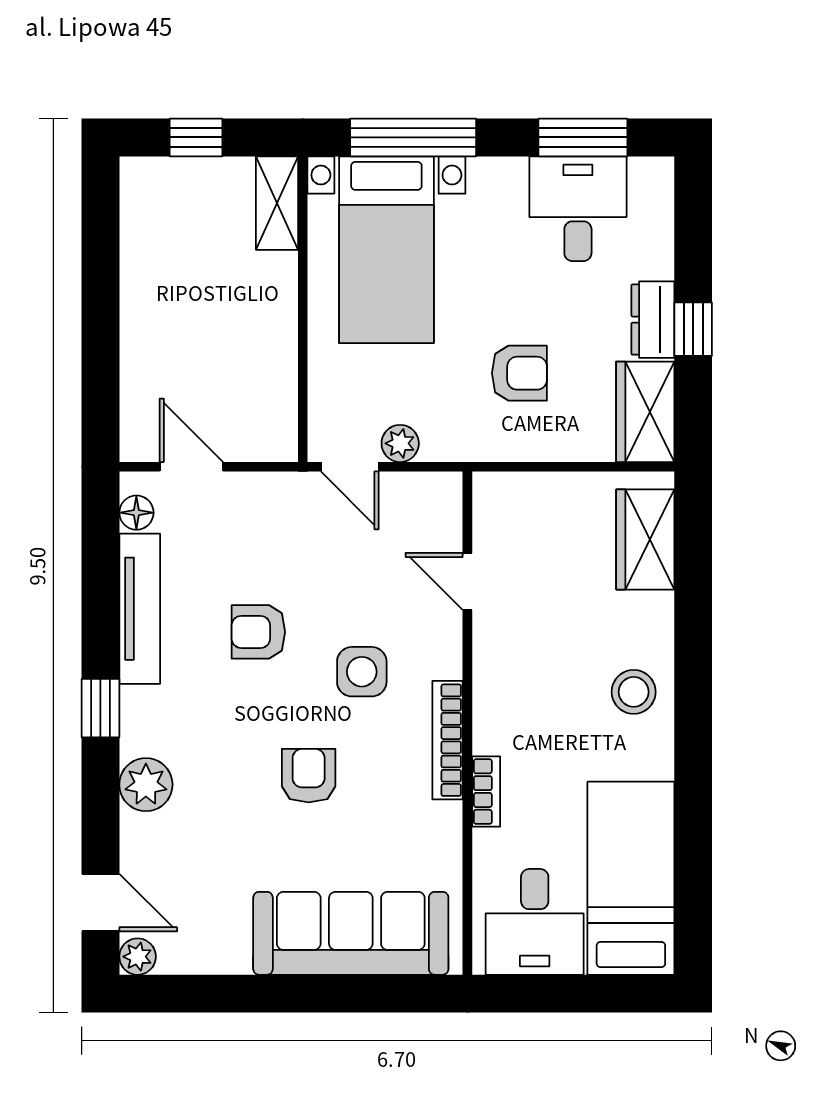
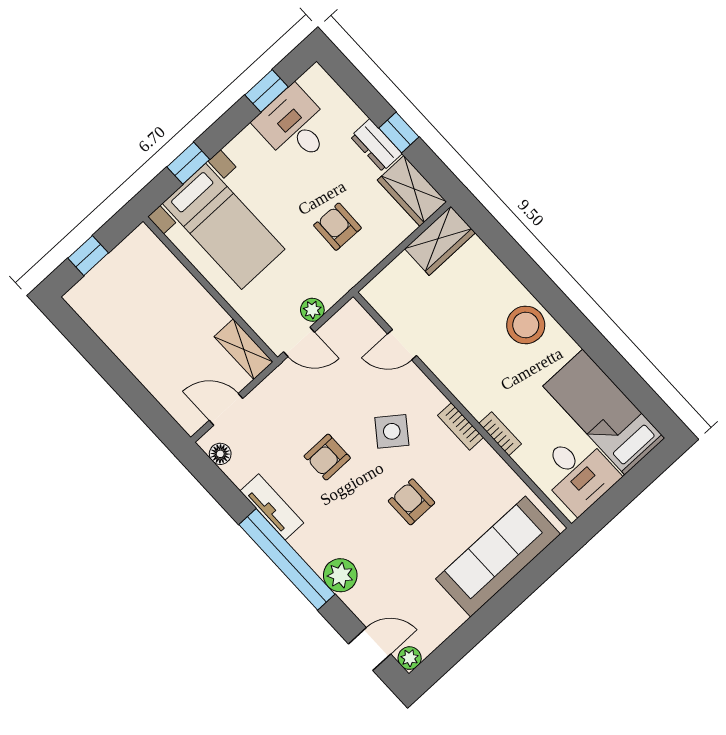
window: (413, 137) -> (188, 163), width x0.46
window: (583, 137) -> (266, 91), width x0.67
shelving: (277, 203) -> (244, 349), moved
armchair: (519, 373) -> (337, 227), turned -89
wardrobe: (645, 539) -> (440, 241), moved, turned -90
tv unit: (140, 609) -> (272, 507), width x0.71
side table: (362, 672) -> (392, 431), turned 37
stool: (634, 692) -> (526, 325), width x1.38, depth x1.38
window: (100, 708) -> (287, 559), width x3.17
bookcase: (448, 740) -> (460, 426), width x0.64

